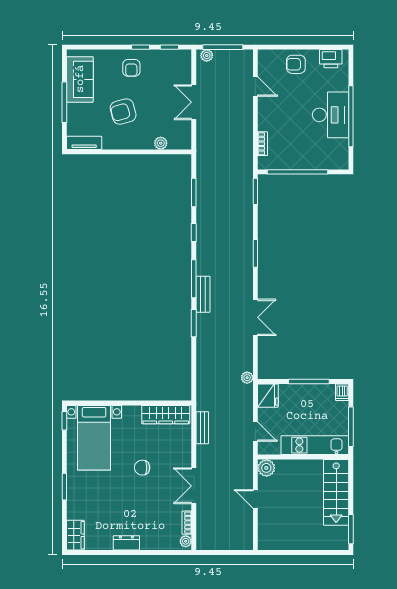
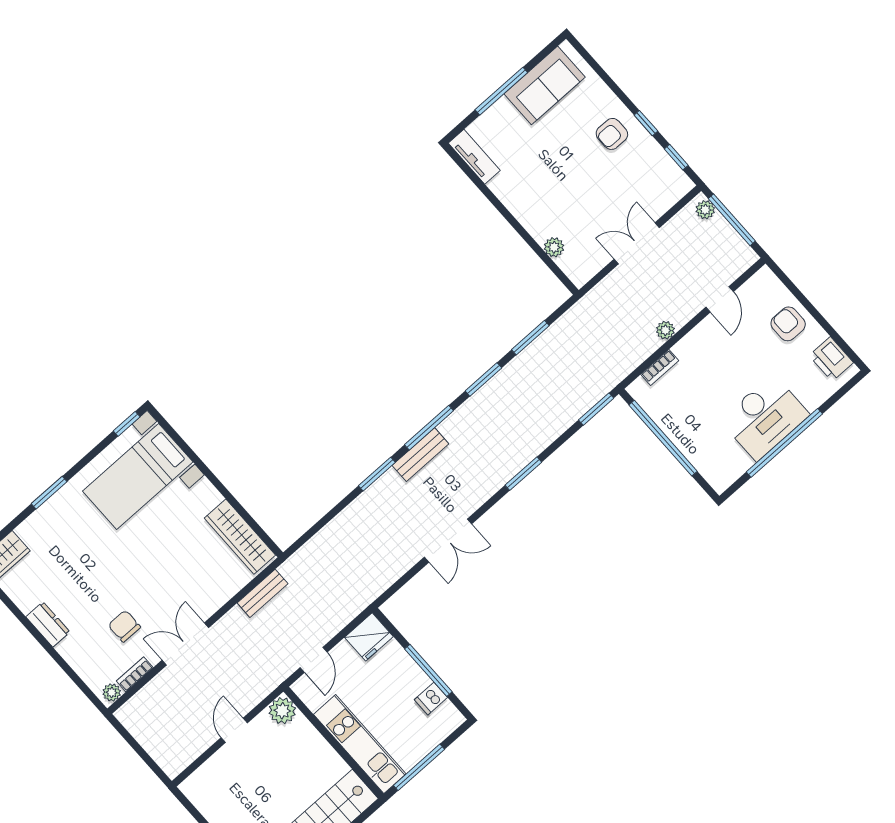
armchair: (123, 112) -> (552, 170), removed
window: (194, 233) -> (483, 379), width x1.50
plant: (247, 378) -> (665, 330), moved
dishwasher: (342, 392) -> (431, 699), moved
chair: (142, 468) -> (124, 626), moved

